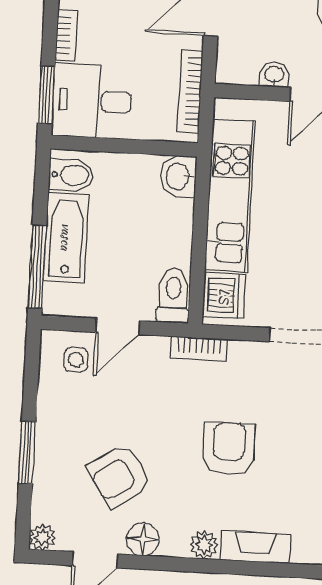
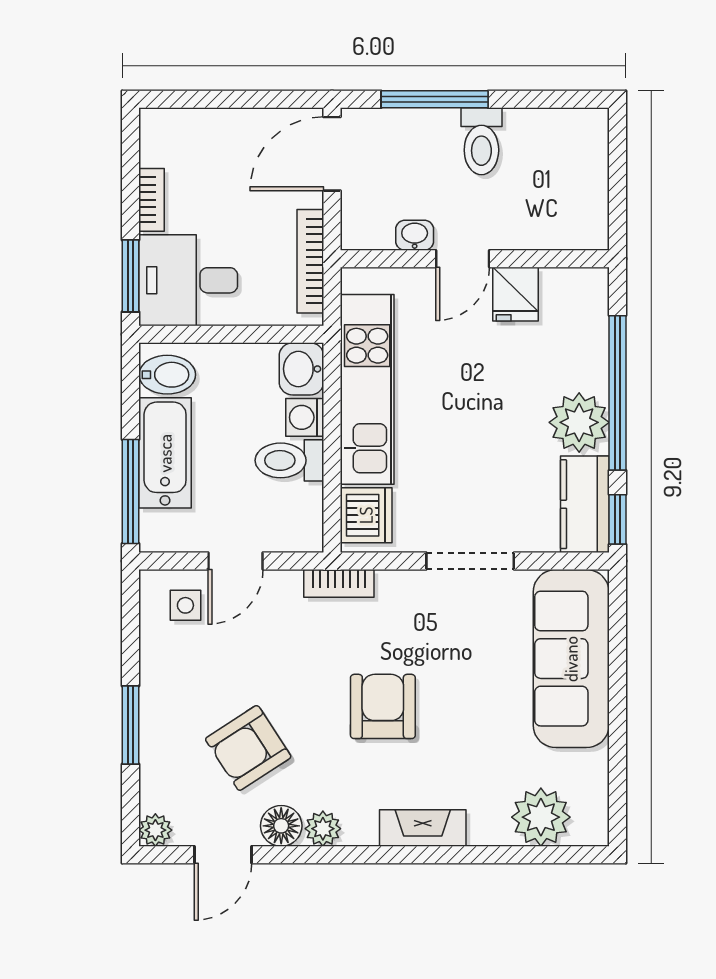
washing machine: (179, 215) -> (305, 417), added
toilet: (173, 296) -> (289, 460), moved, turned -90
plant: (204, 545) -> (323, 829), moved

